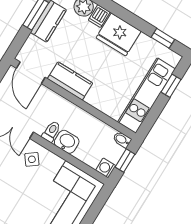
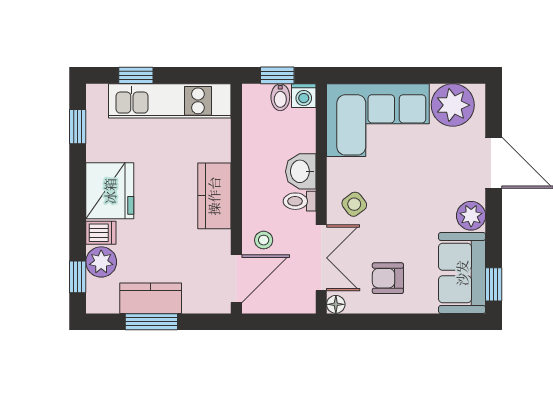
kitchen counter: (70, 81) -> (214, 196), moved
stool: (42, 100) -> (264, 240), added
bidet: (122, 140) -> (280, 97), moved

